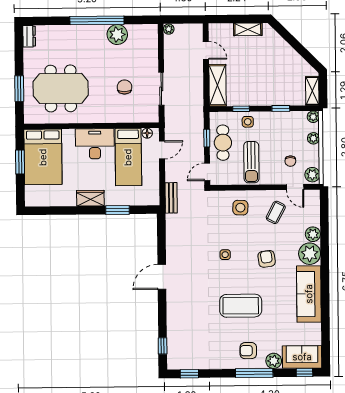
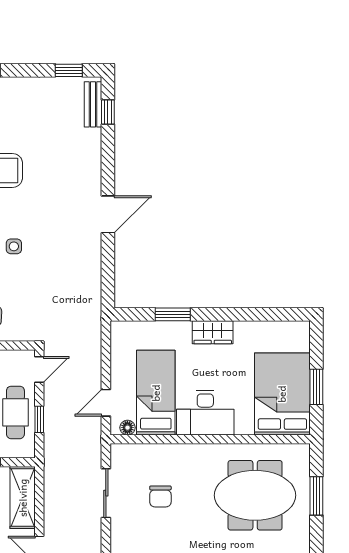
bench: (171, 198) -> (93, 104), moved

